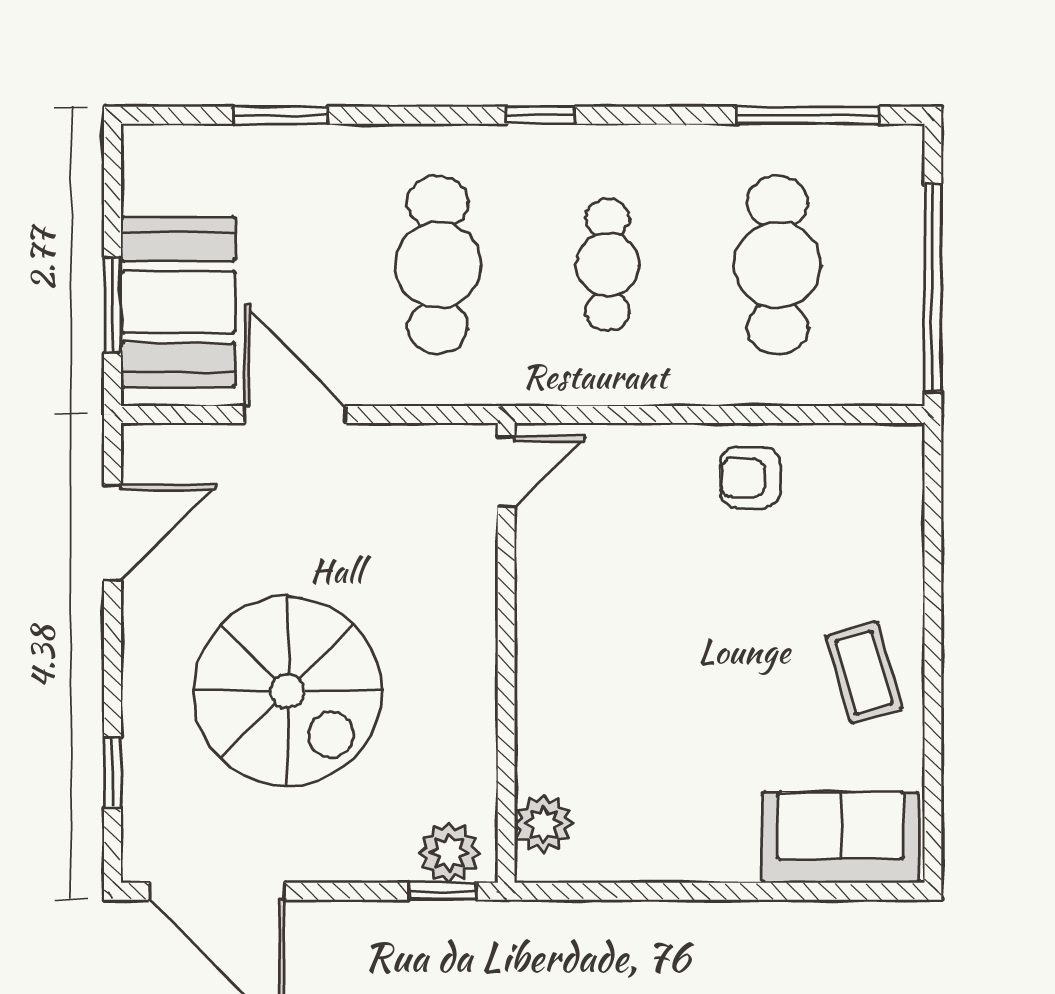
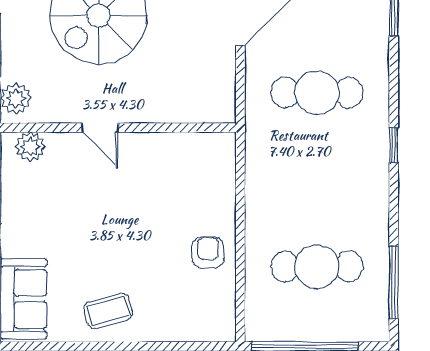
cafe table: (608, 265) -> (317, 180), removed
door: (506, 472) -> (100, 128), moved

